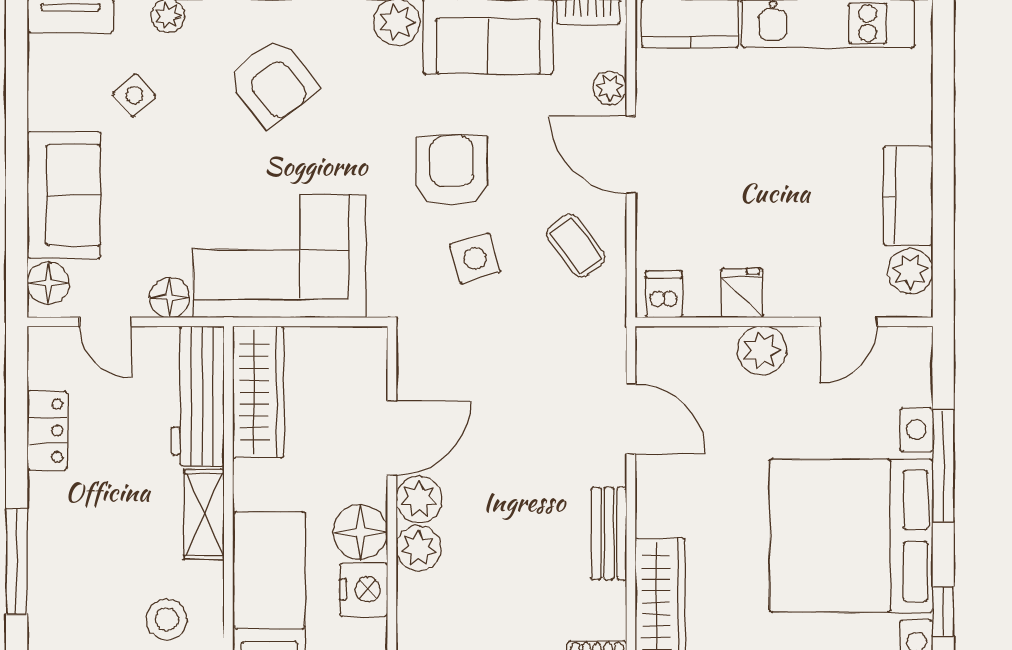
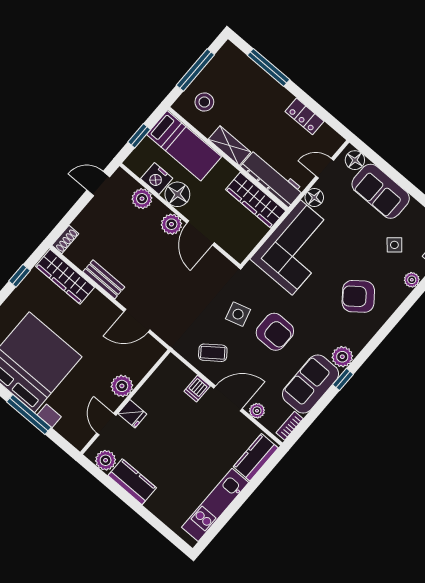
fridge: (742, 293) -> (132, 414), moved
dishwasher: (664, 294) -> (197, 389), moved, turned 90
plant: (419, 548) -> (142, 199), moved

